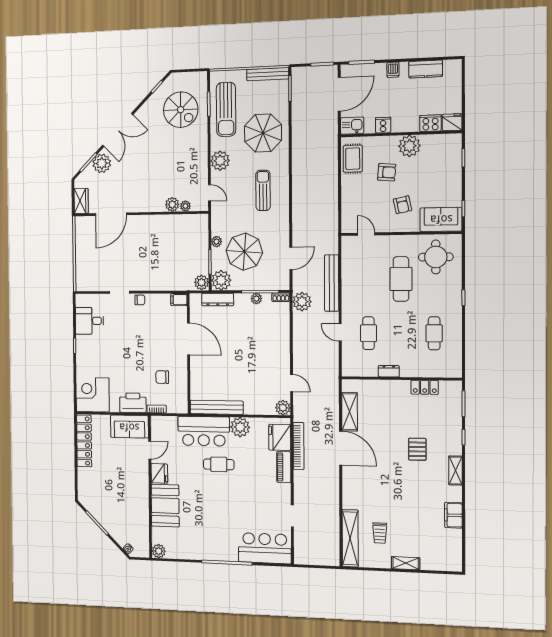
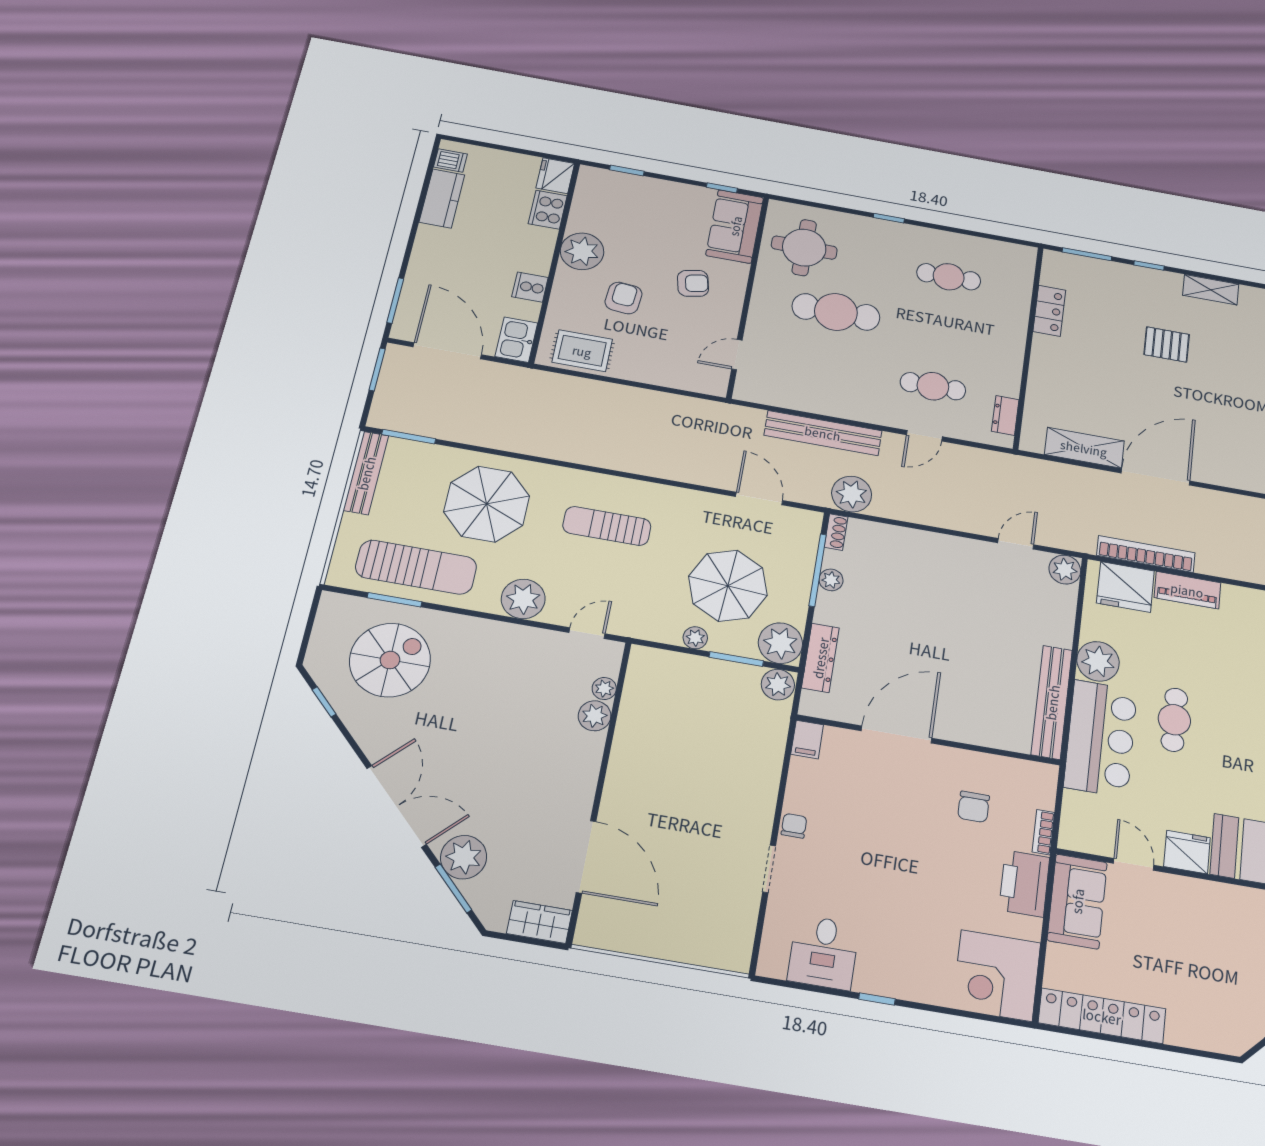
dishwasher: (393, 70) -> (450, 160), moved
dresser: (389, 371) -> (1005, 415), moved

